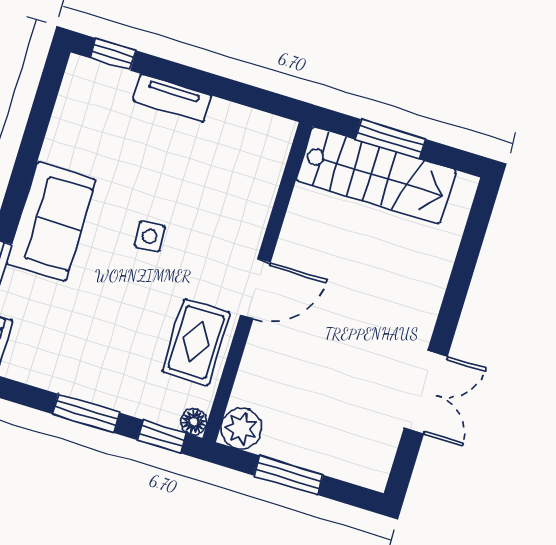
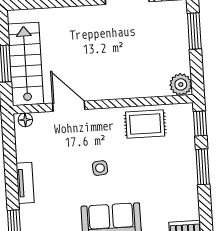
door: (255, 289) -> (69, 106), moved
floor lamp: (194, 422) -> (25, 120), moved
window: (288, 475) -> (194, 31), moved

